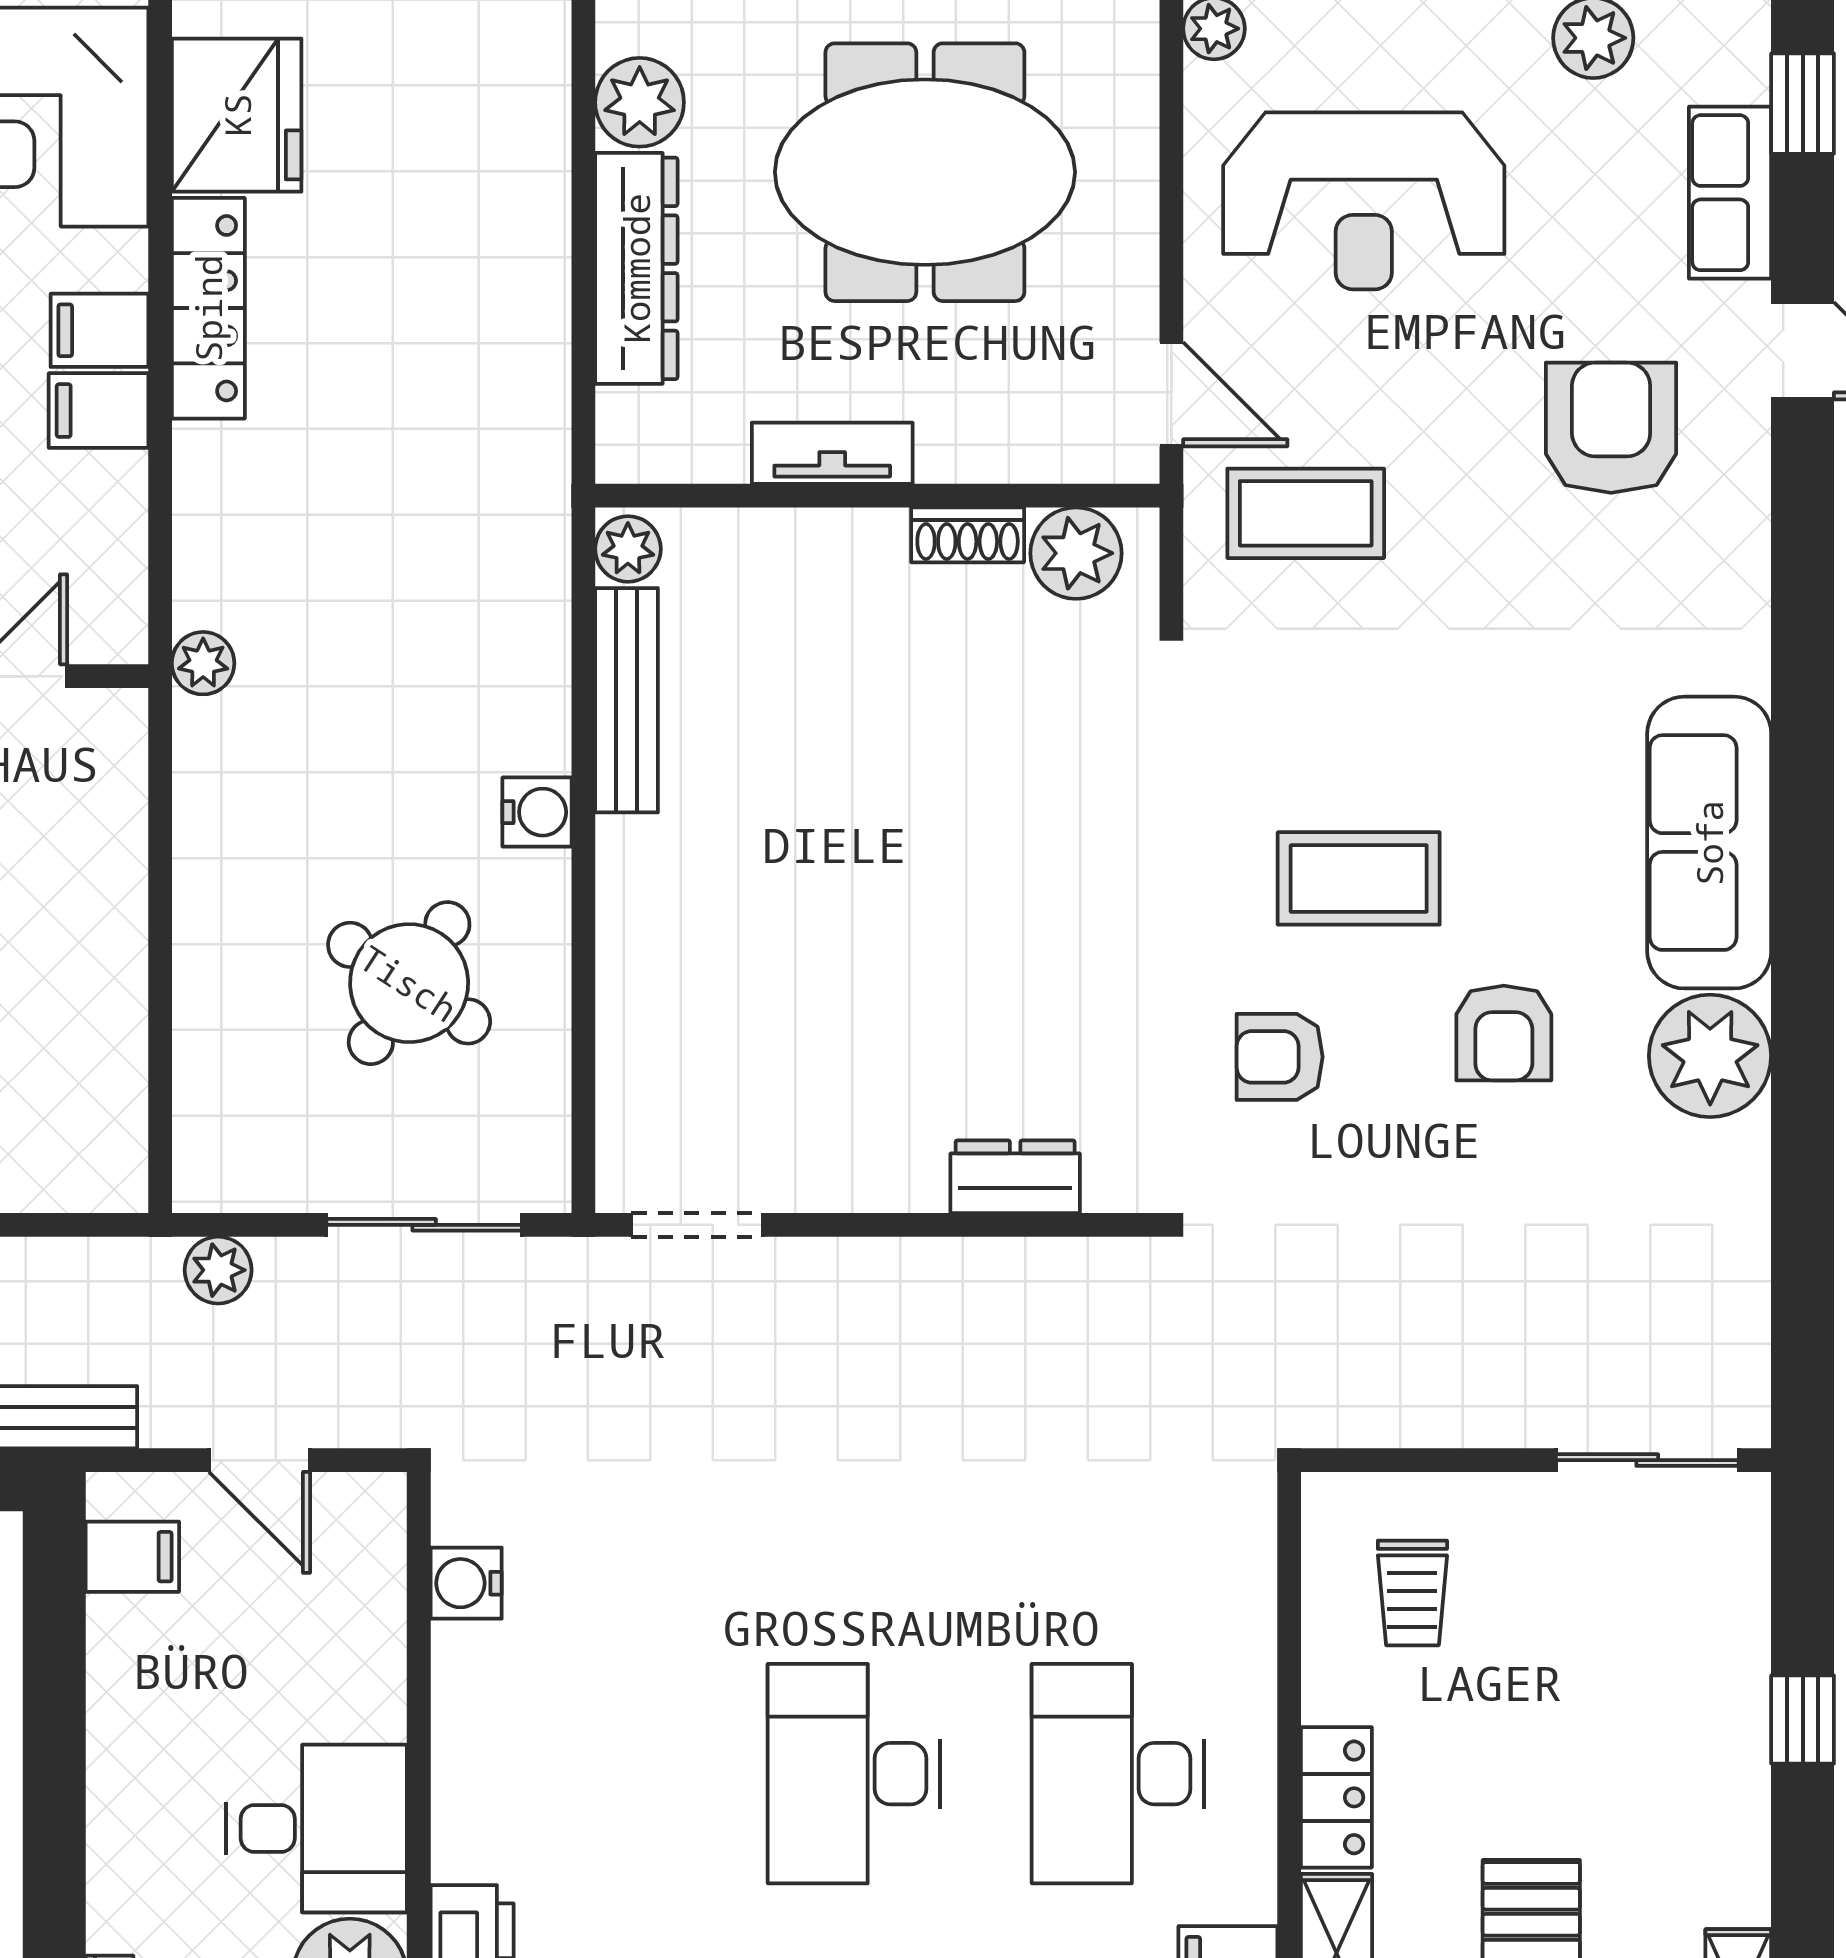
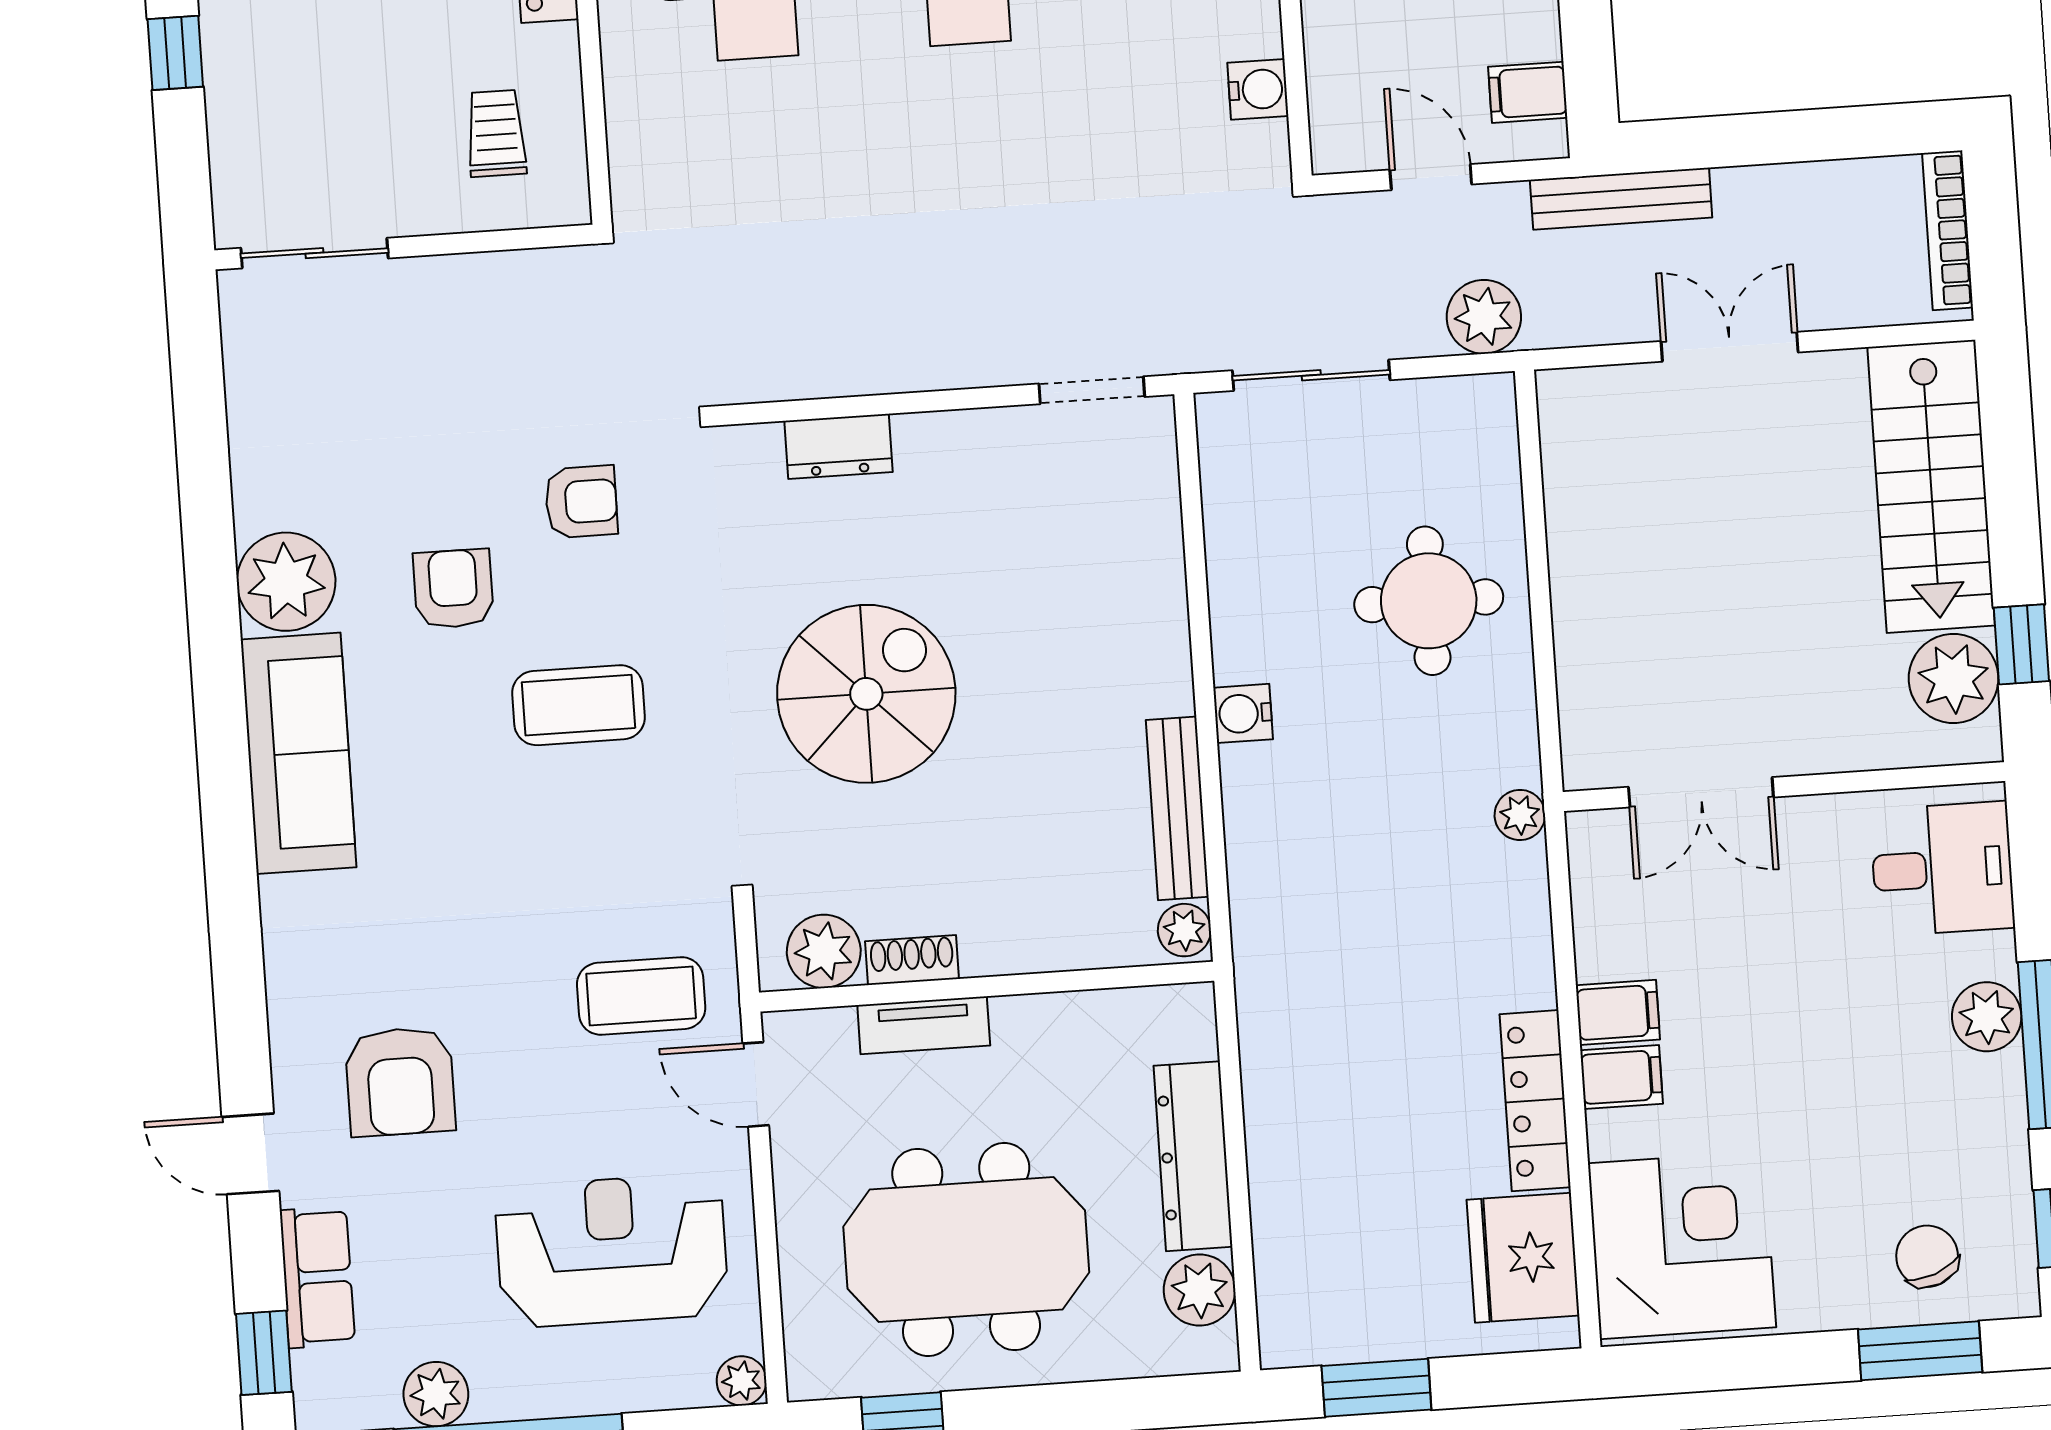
tv unit: (832, 453) -> (924, 1025), moved
spiral stairs: (1002, 868) -> (866, 694), added
round table: (409, 983) -> (1429, 601), moved, turned -33
armchair: (1280, 1057) -> (581, 502), moved
plant: (218, 1270) -> (1484, 317), width x1.38, depth x1.38

